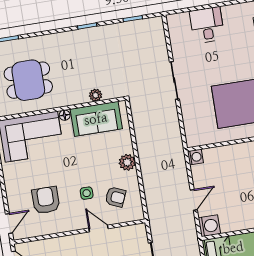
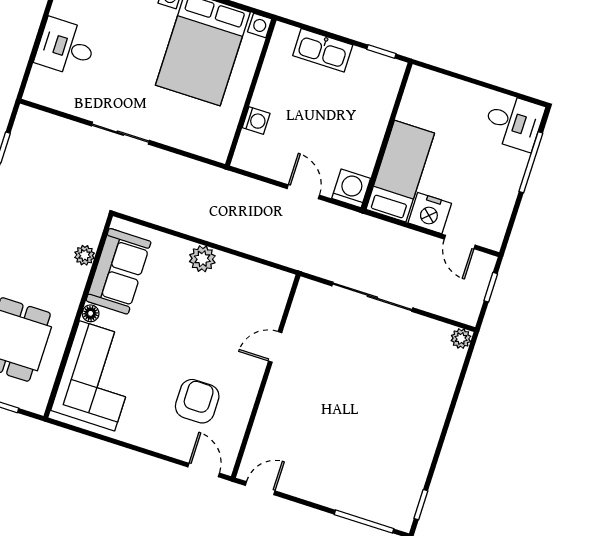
washing machine: (195, 157) -> (256, 121), moved, turned 90
side table: (87, 193) -> (217, 338), removed
armchair: (115, 197) -> (243, 300), removed
armchair: (46, 200) -> (197, 401), turned 90

